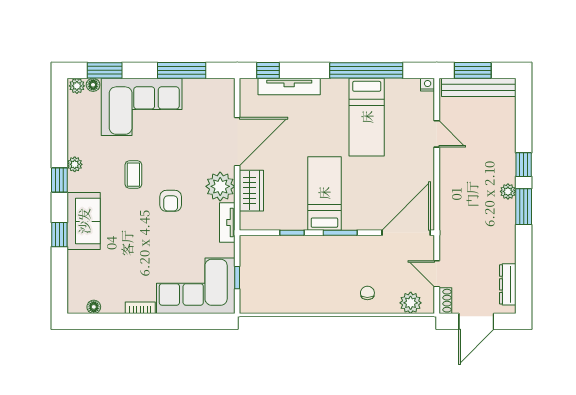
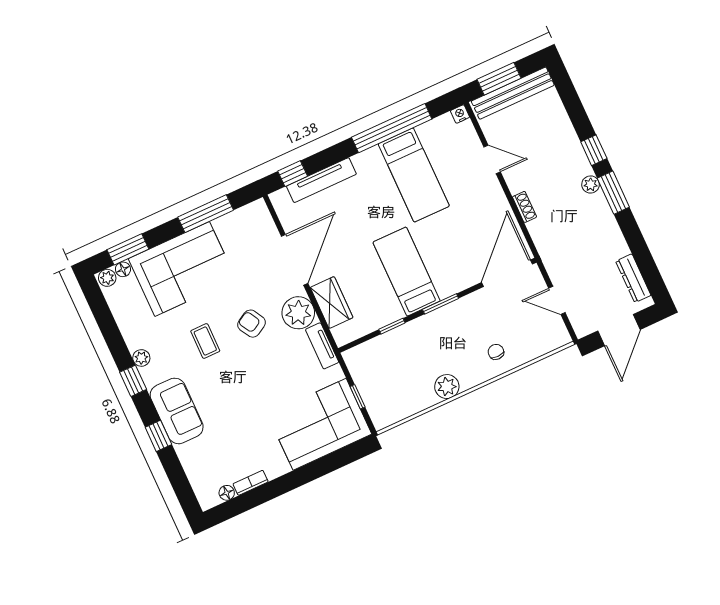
armchair: (171, 201) -> (252, 324), moved, turned 150
shoe rack: (445, 301) -> (524, 207), moved
plant: (411, 303) -> (447, 387), moved
bookcase: (140, 308) -> (251, 483), moved

